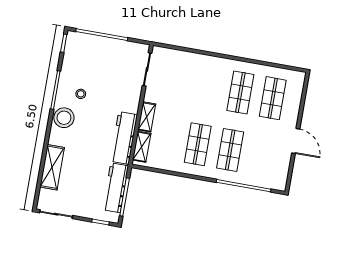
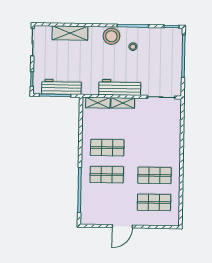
workbench: (124, 138) -> (120, 87), moved

